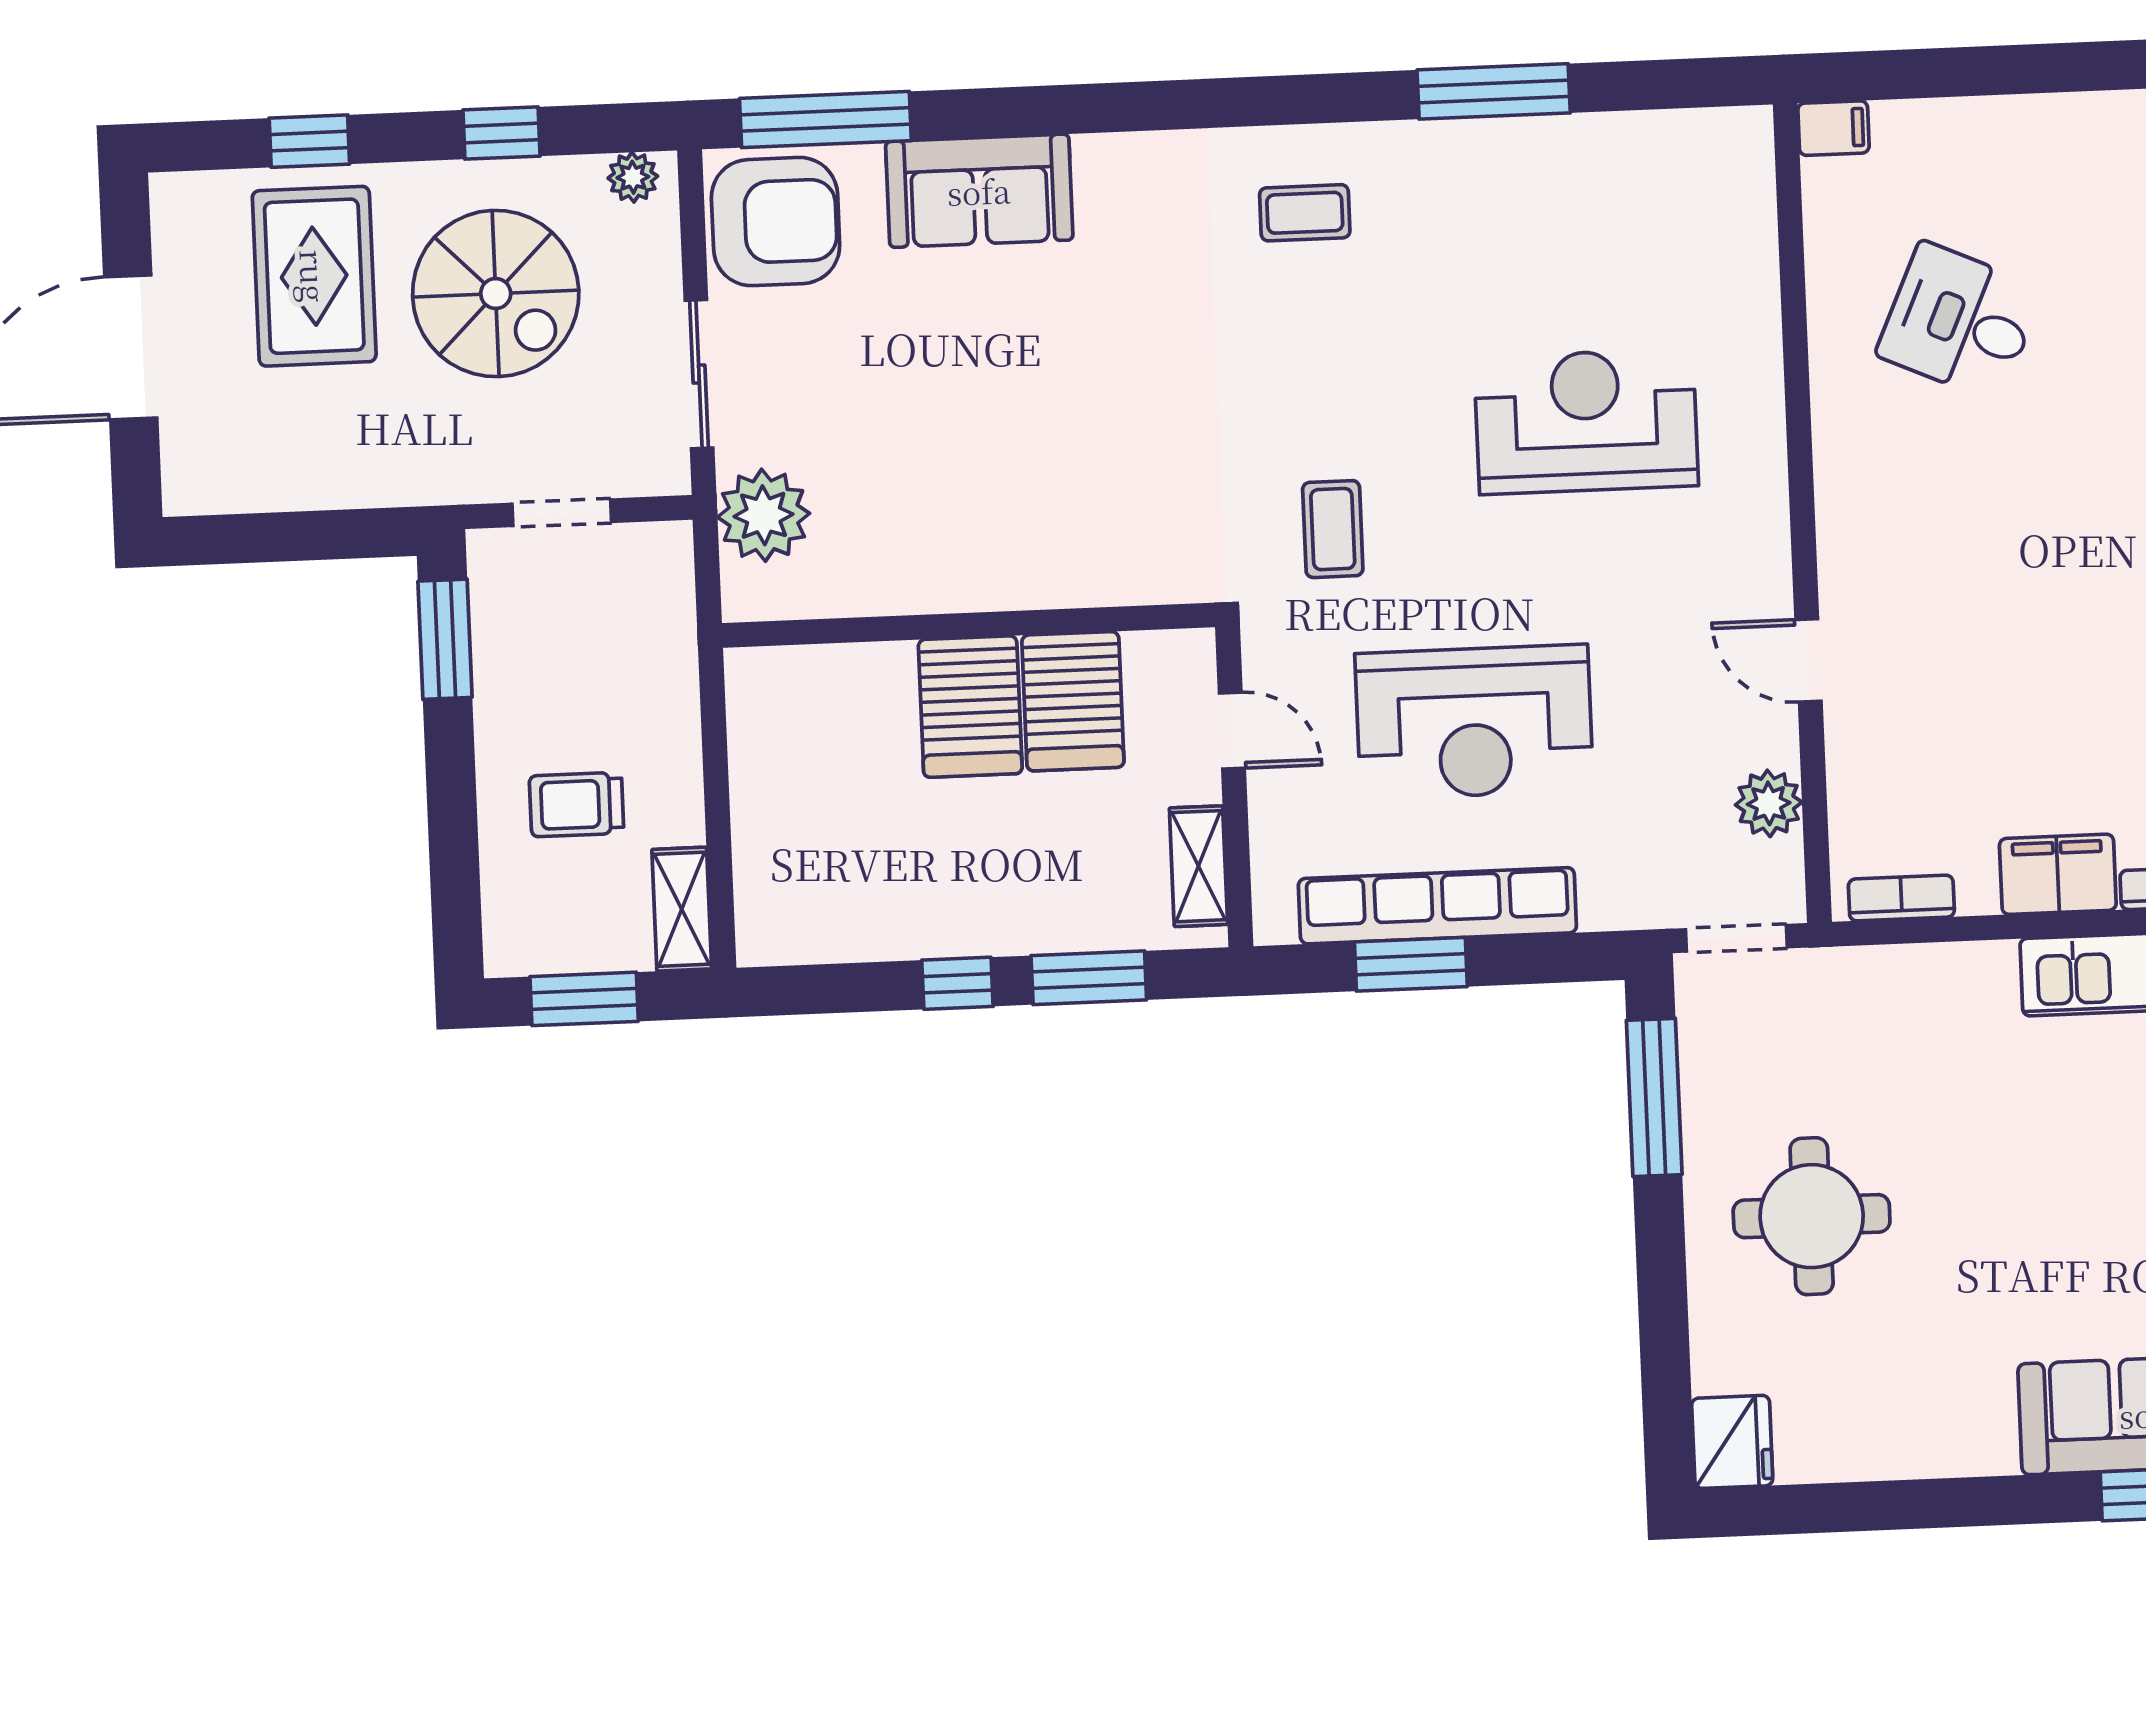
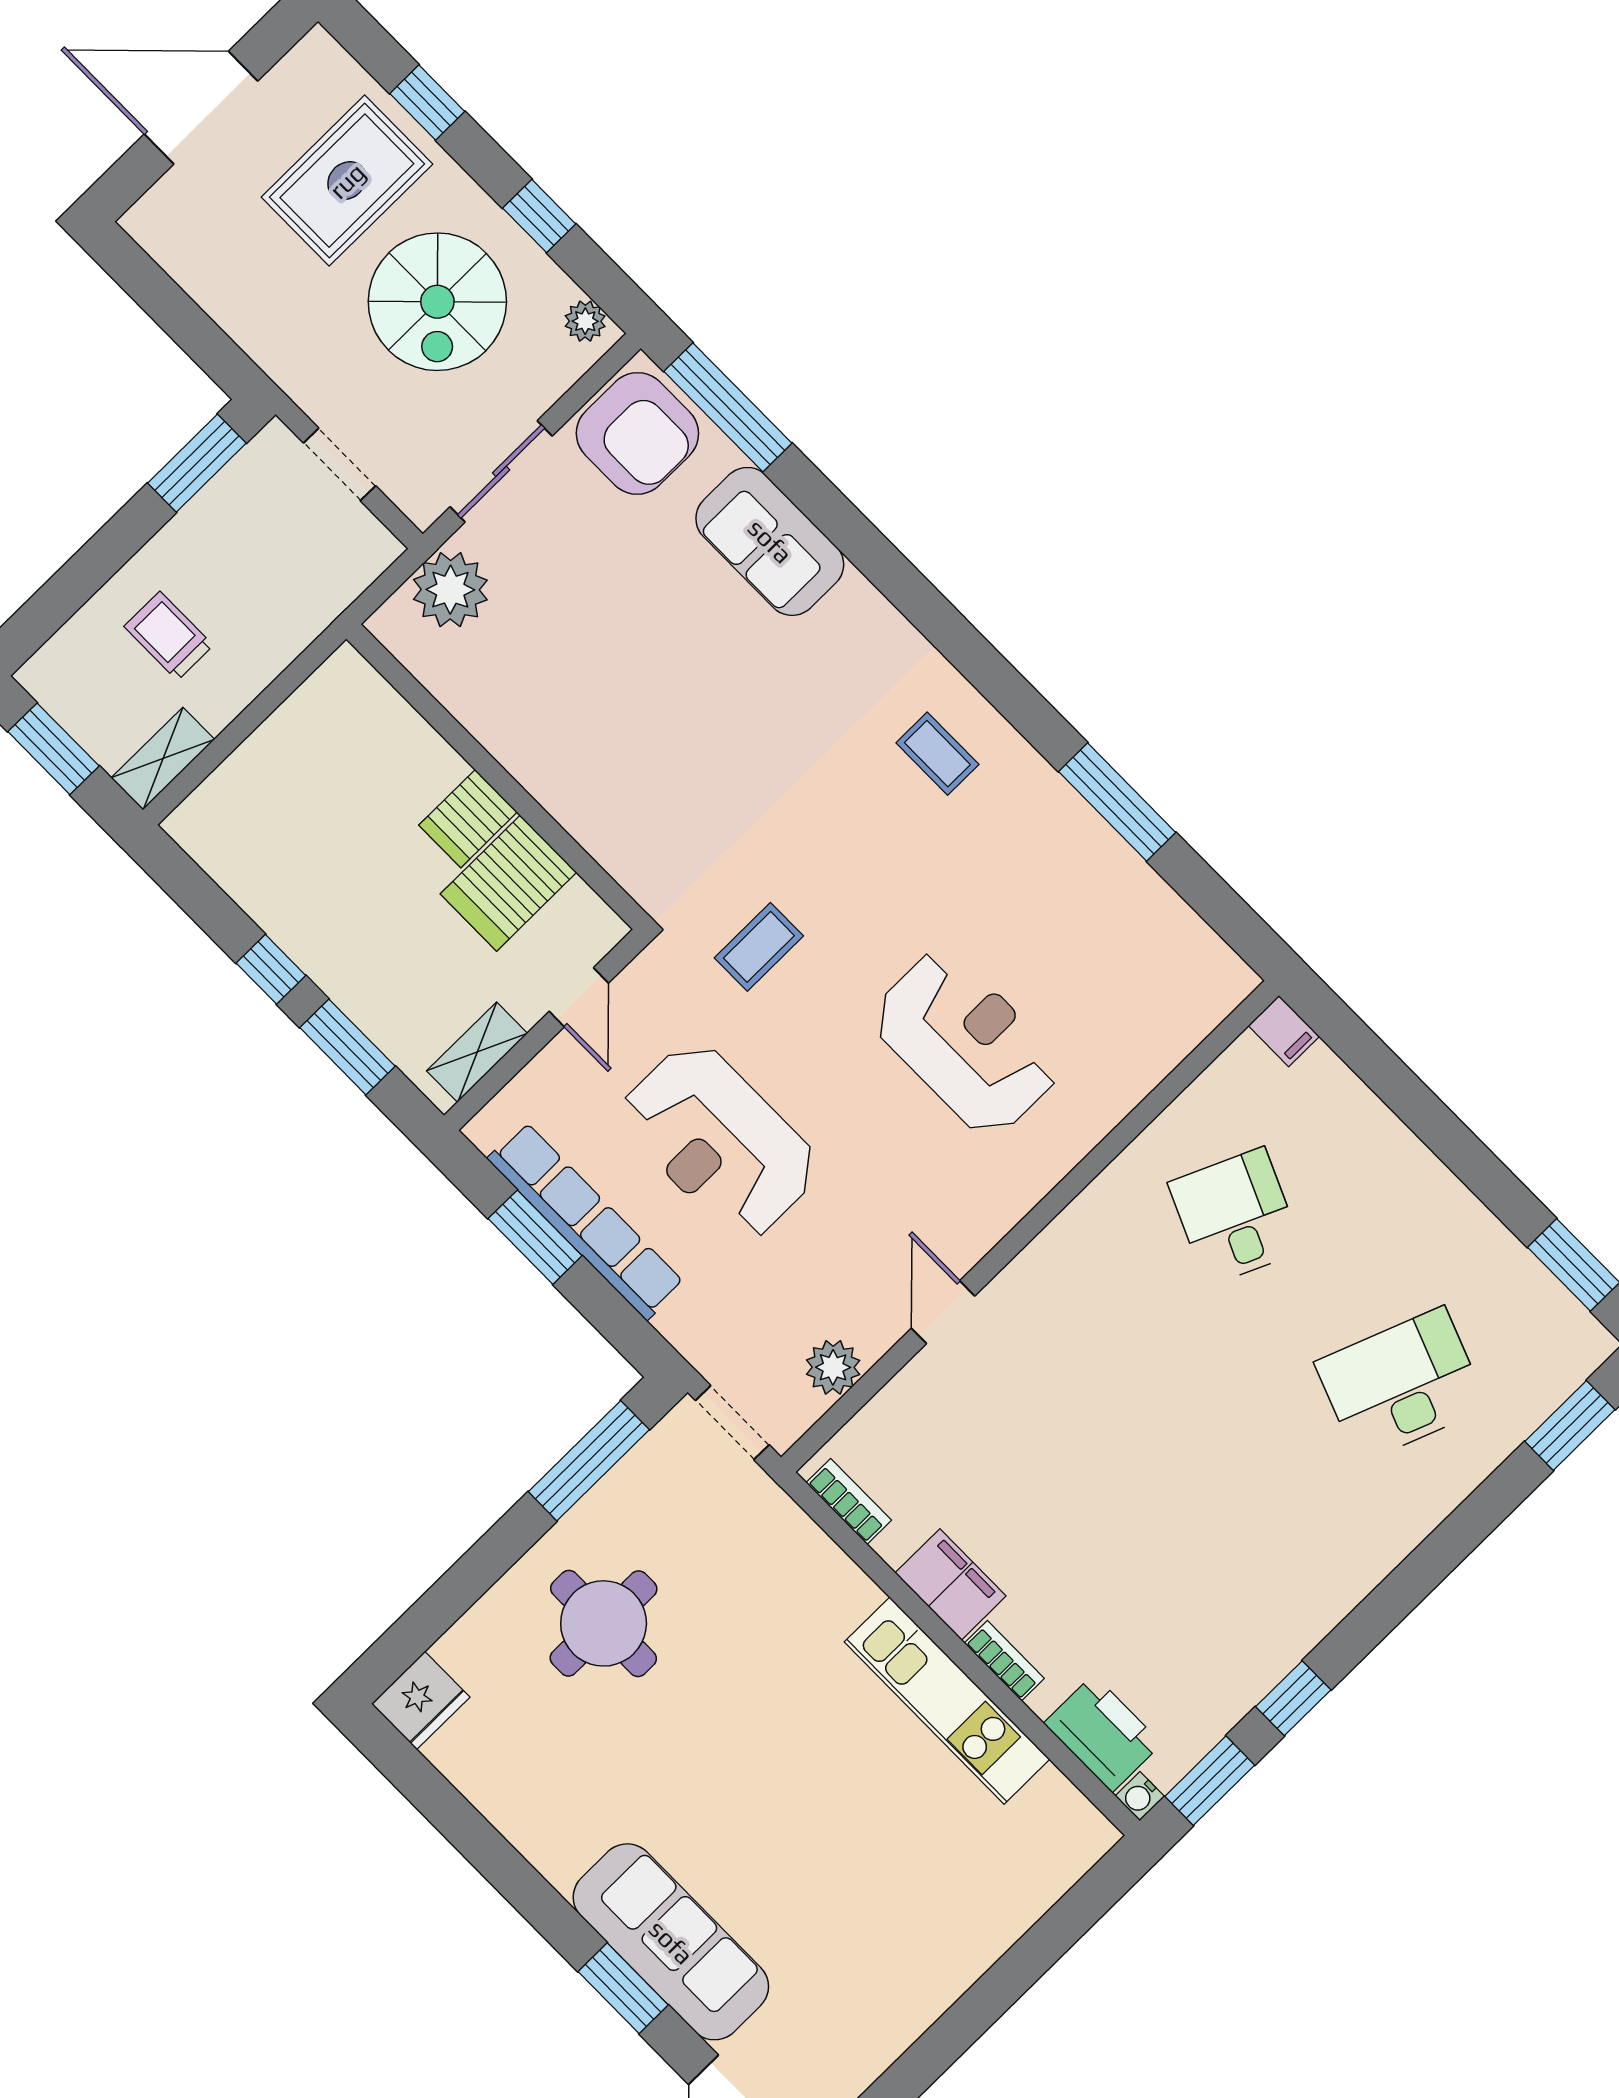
server rack: (970, 707) -> (468, 819), width x0.73, depth x0.70

